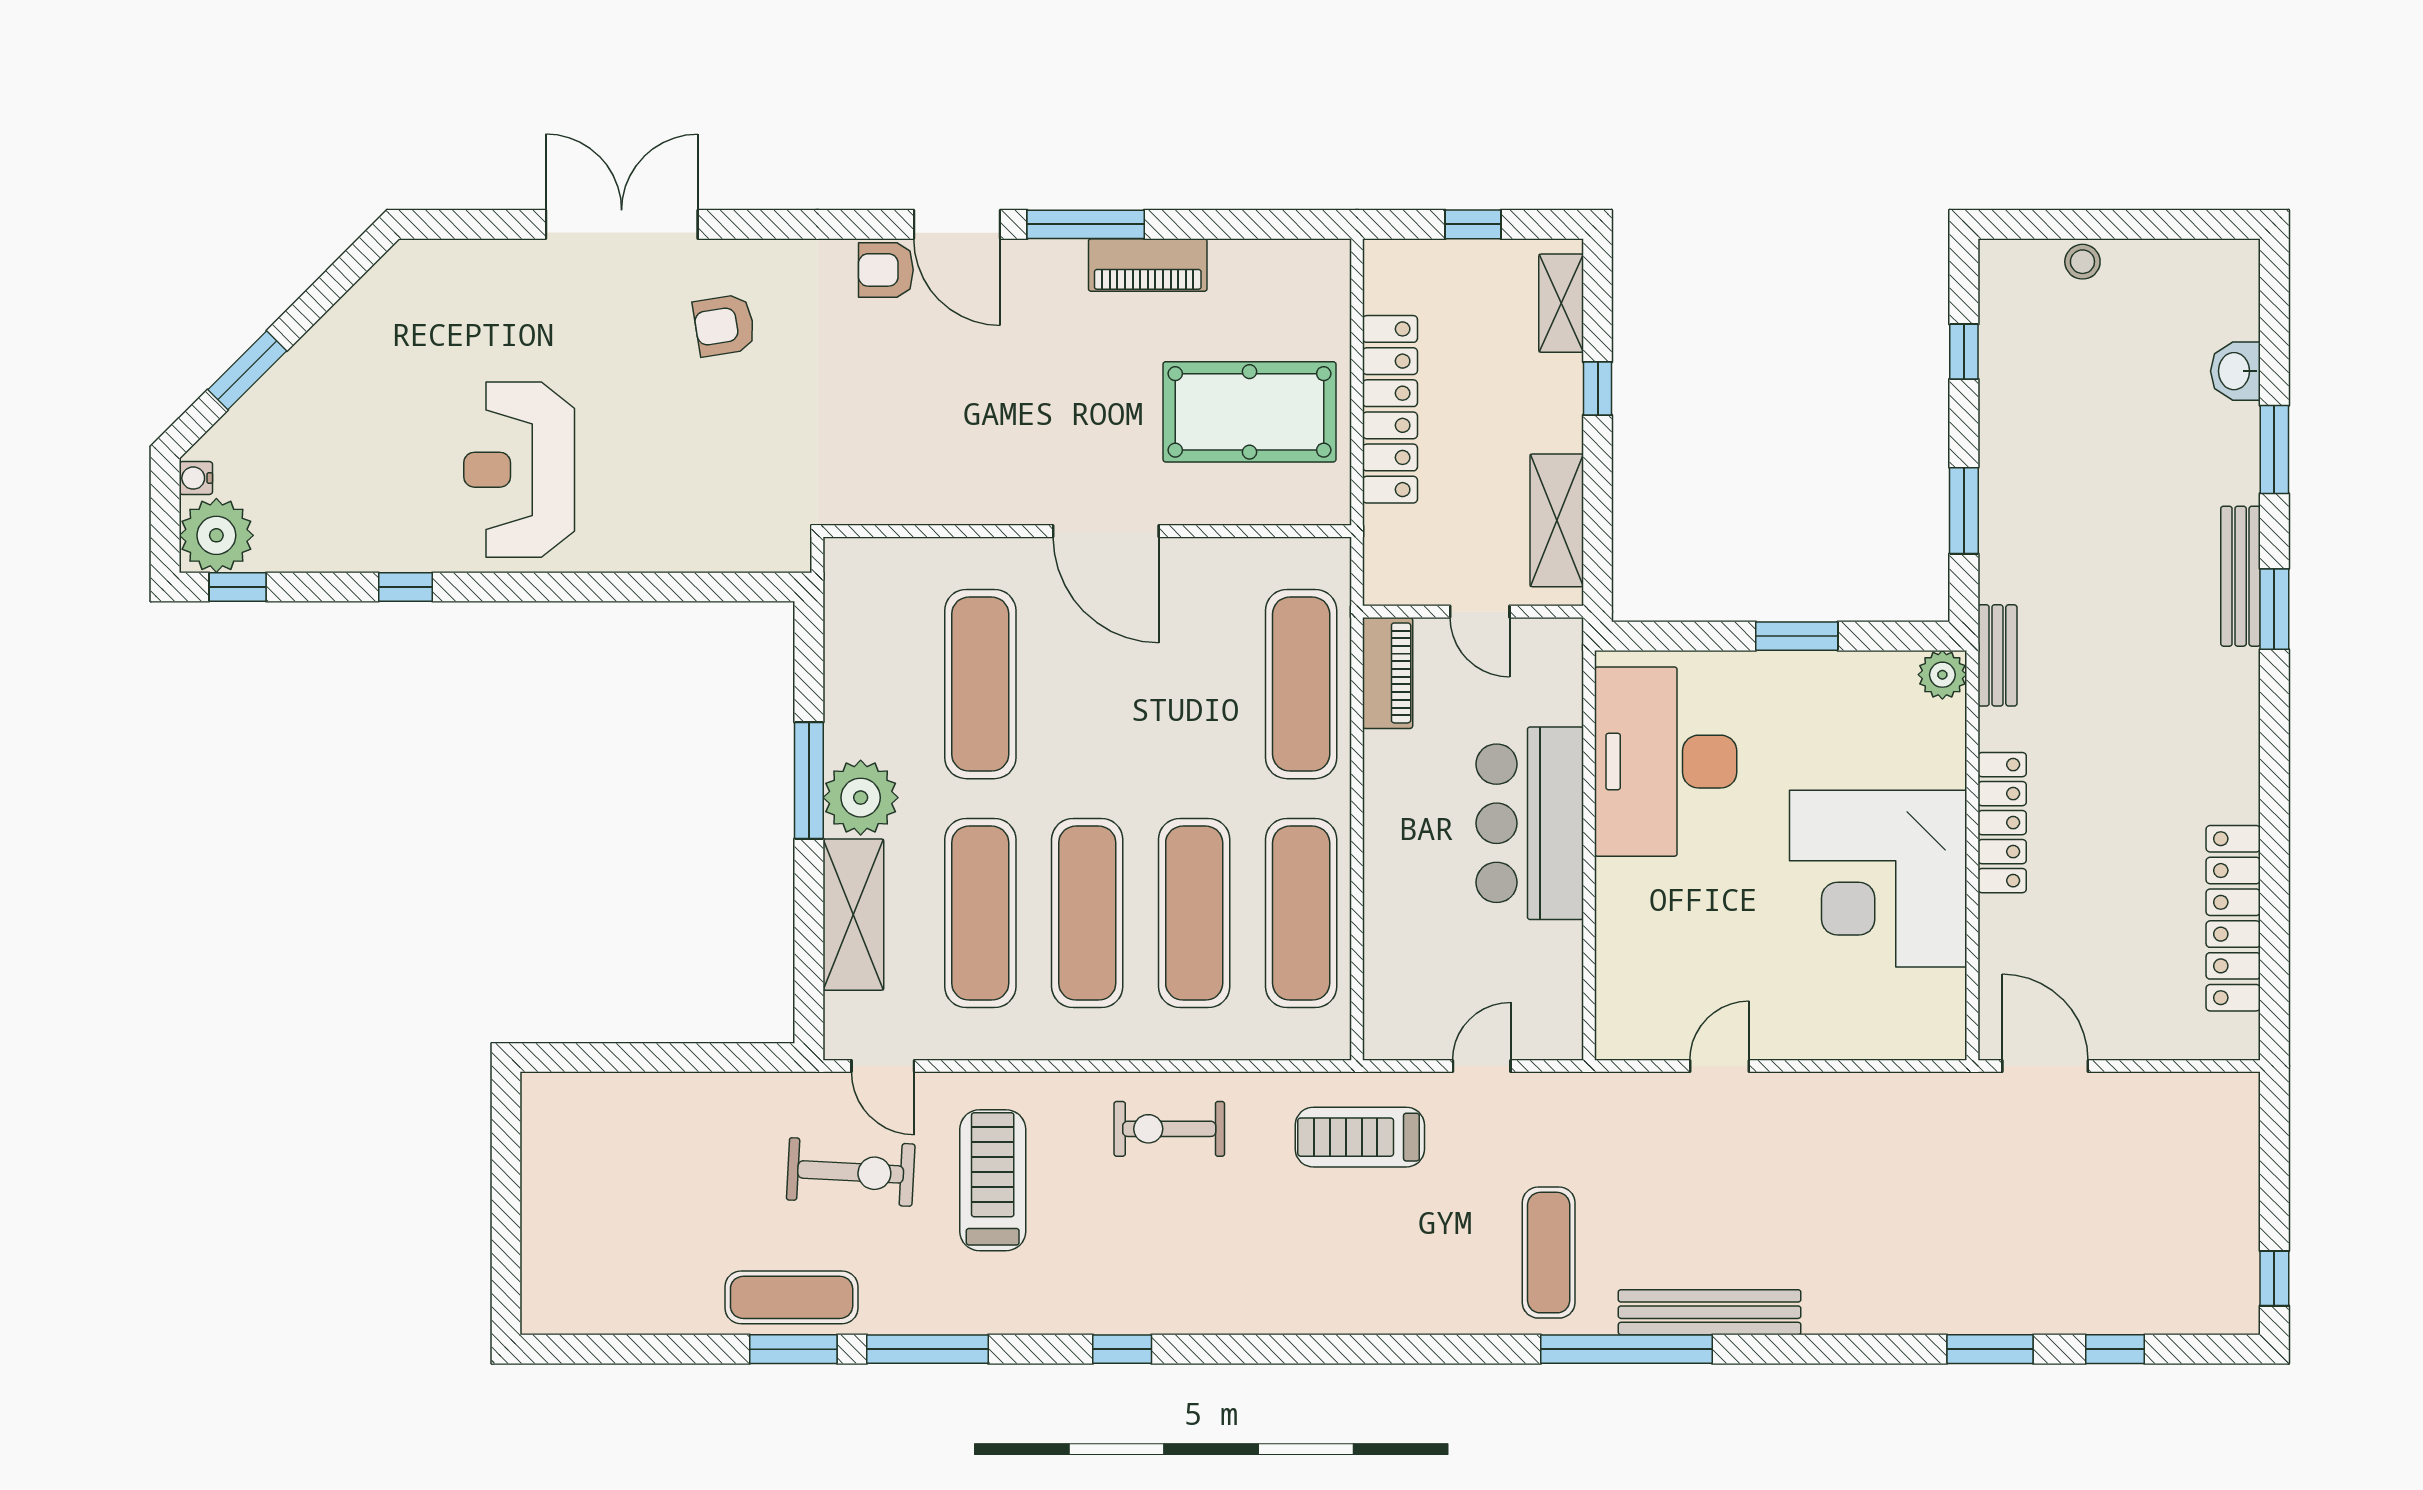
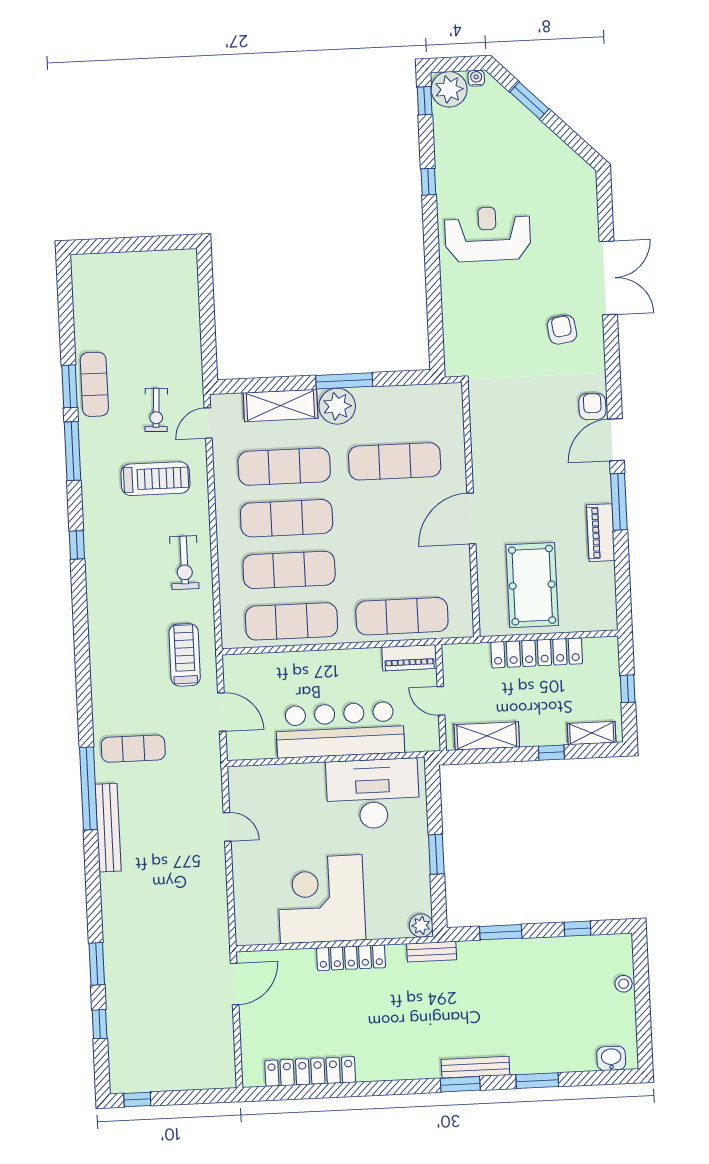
washbasin: (2235, 371) -> (611, 1058), moved
door: (1480, 612) -> (441, 701), hinge flipped
bar counter: (1530, 823) -> (340, 730), width x1.36
door: (1482, 1066) -> (222, 712), width x1.38
exercise bike: (1169, 1129) -> (184, 563), turned 180
exercise bike: (851, 1172) -> (156, 410), width x0.73, depth x0.72

